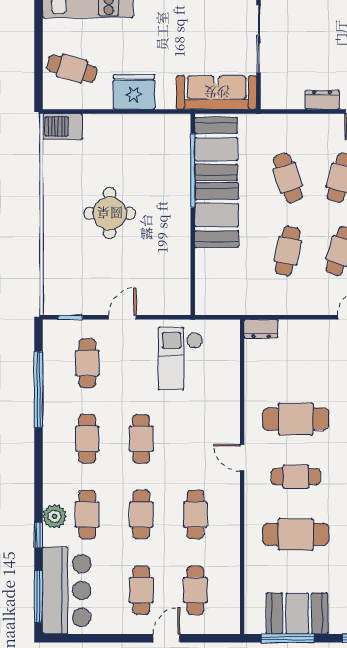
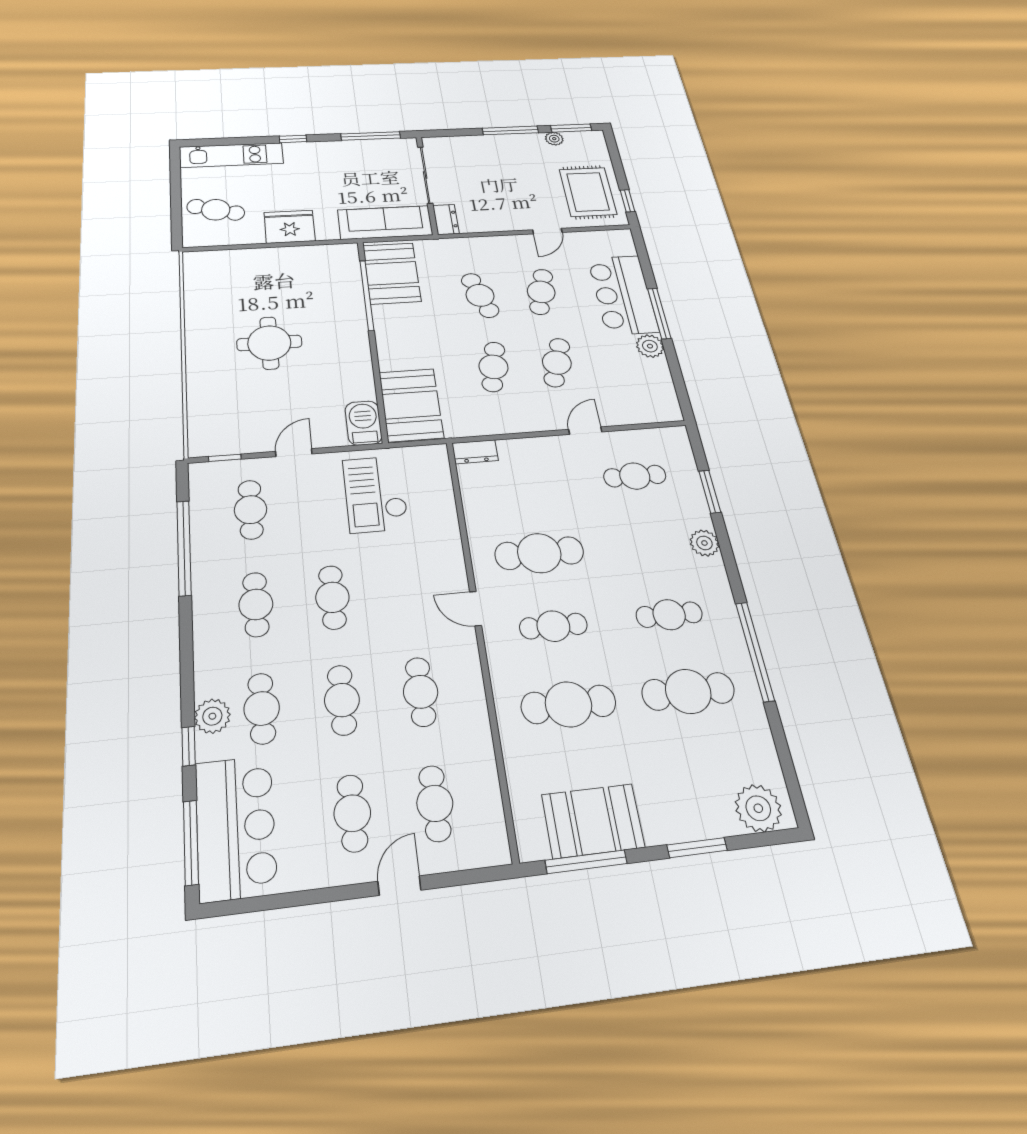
dresser: (322, 100) -> (446, 219), moved, turned 90
barbecue: (62, 127) -> (364, 423), moved, turned 90
booth: (217, 215) -> (411, 405), moved

